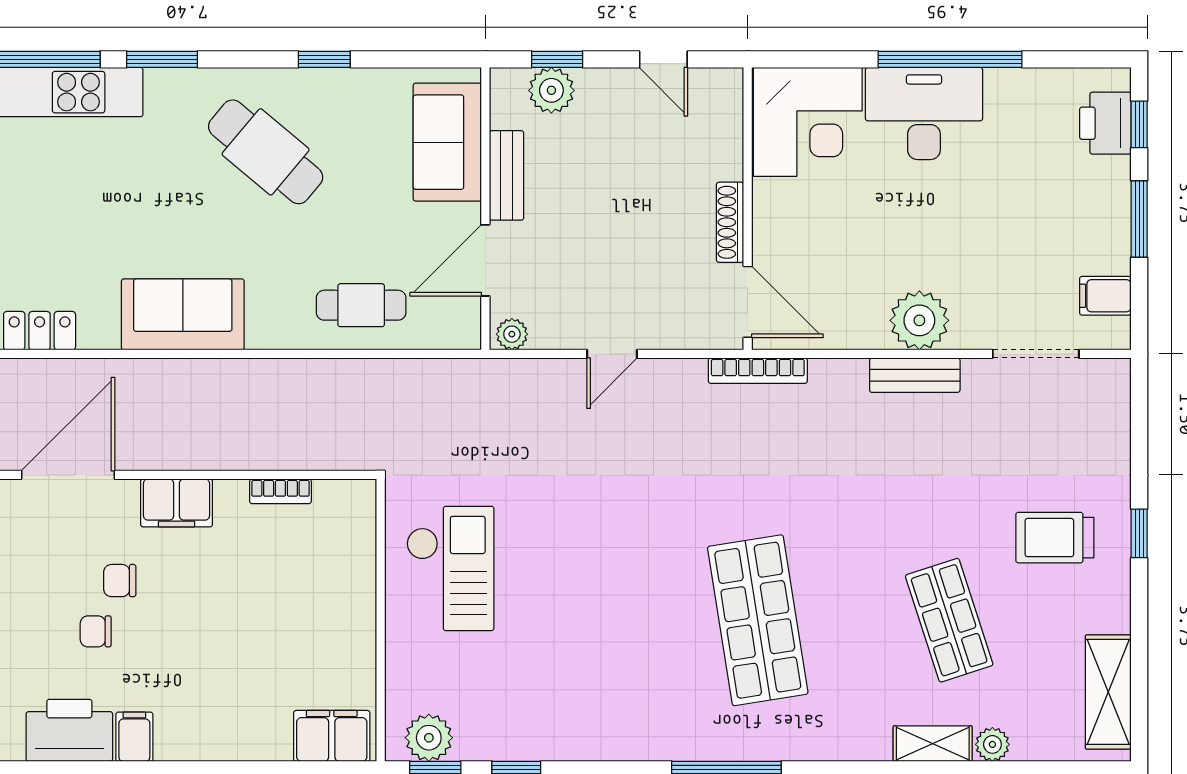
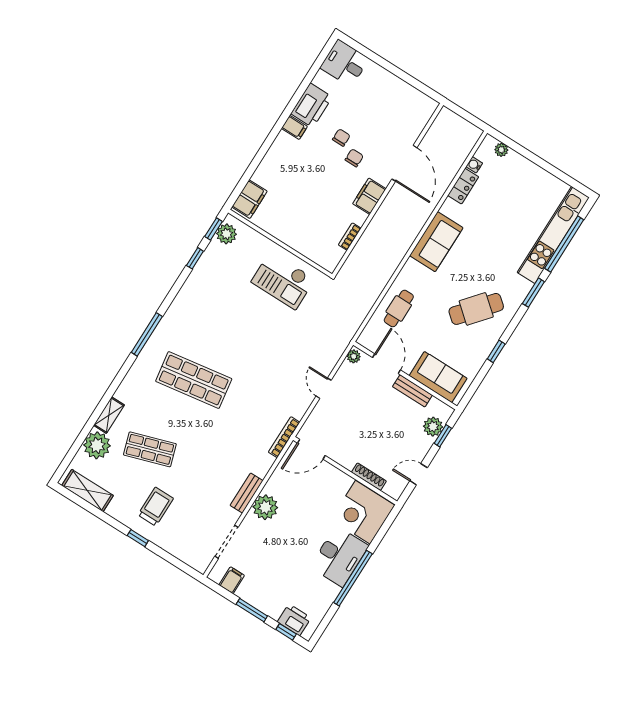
shoe rack: (730, 222) -> (369, 477), moved
plant: (992, 744) -> (97, 445), width x1.87, depth x1.87

